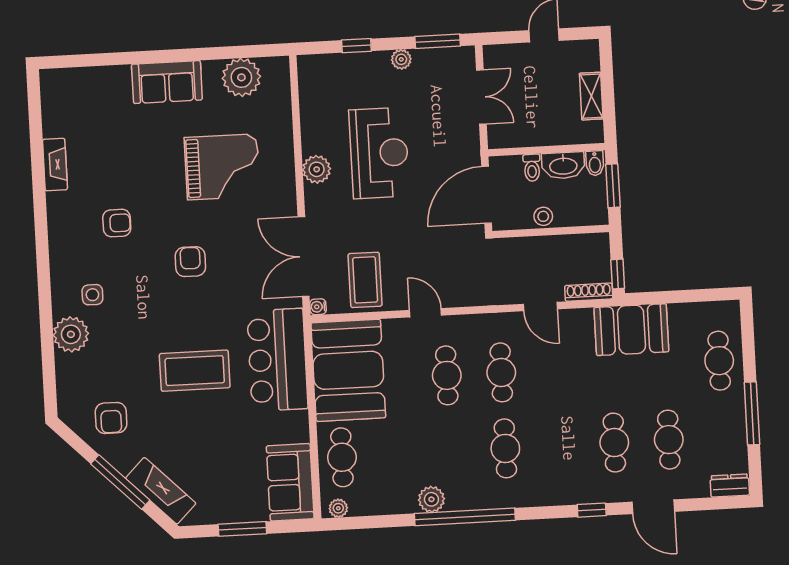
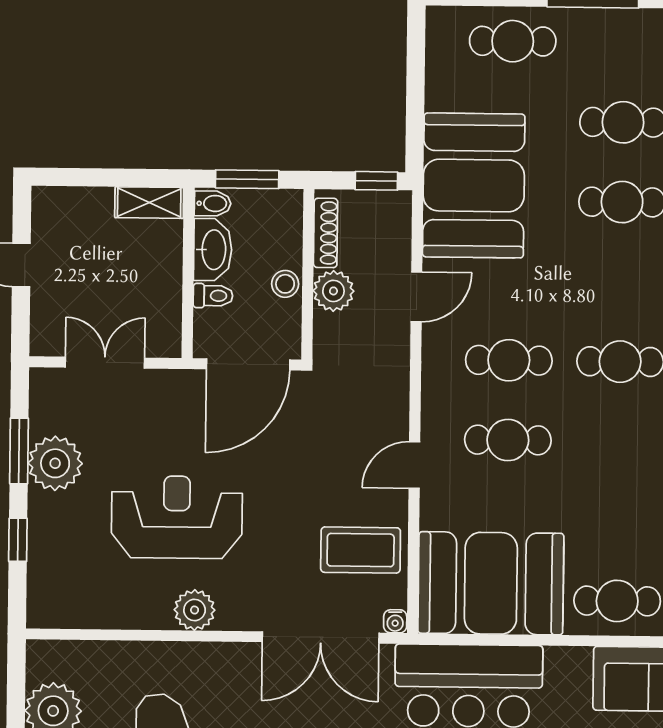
window: (438, 41) -> (19, 451), moved
plant: (401, 59) -> (55, 463), width x1.88, depth x1.88
shelving: (591, 96) -> (149, 203), moved
door: (487, 195) -> (248, 364), hinge flipped
plant: (541, 250) -> (333, 291), added
shoe rack: (589, 292) -> (326, 233), moved, turned 180
booth: (631, 330) -> (474, 185), width x1.36, depth x1.42

